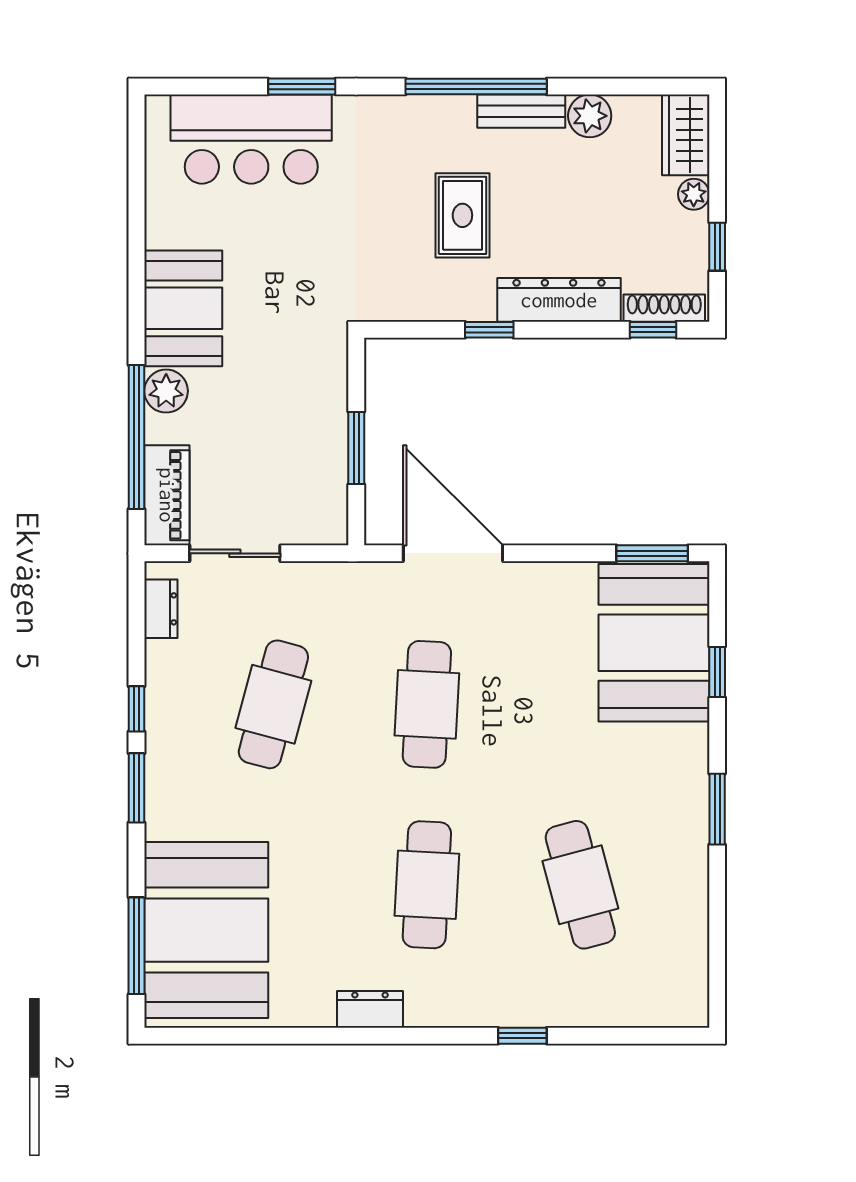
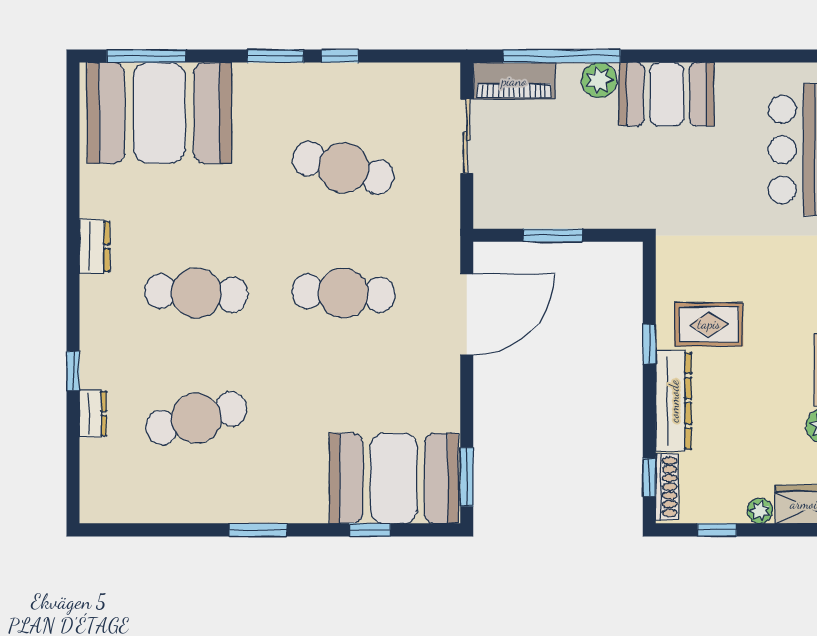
rug: (462, 215) -> (709, 324), moved
dresser: (161, 609) -> (93, 414), moved, turned -90

